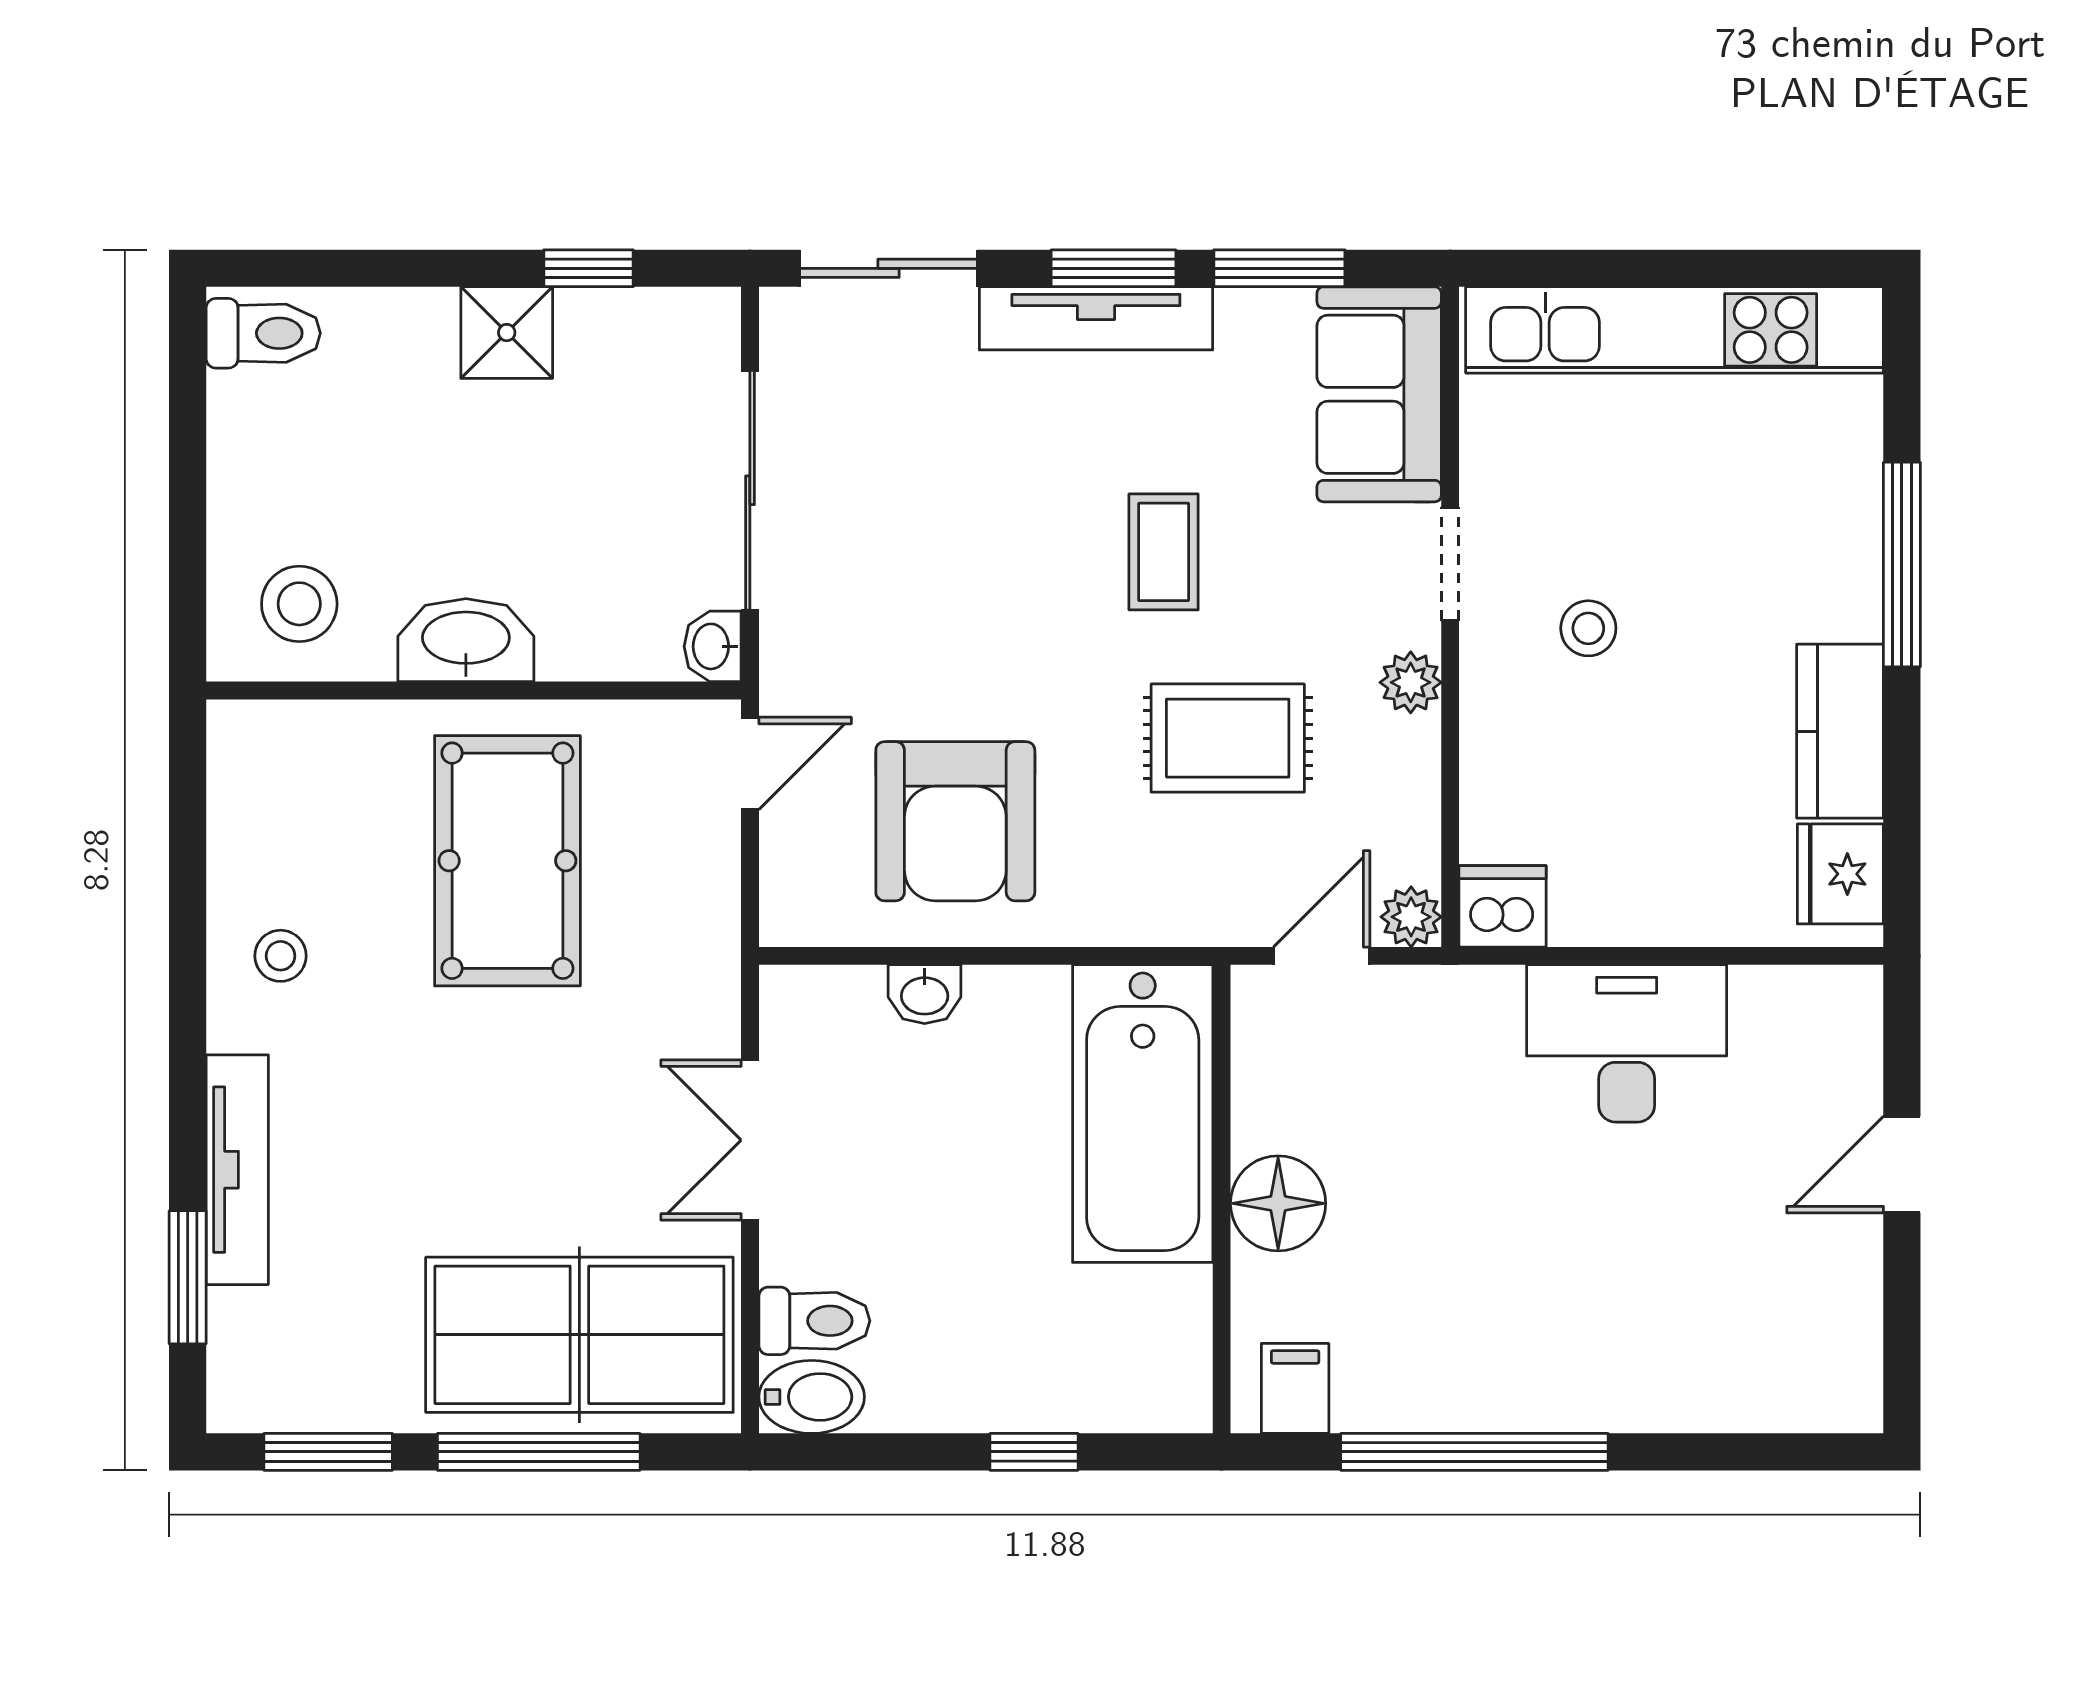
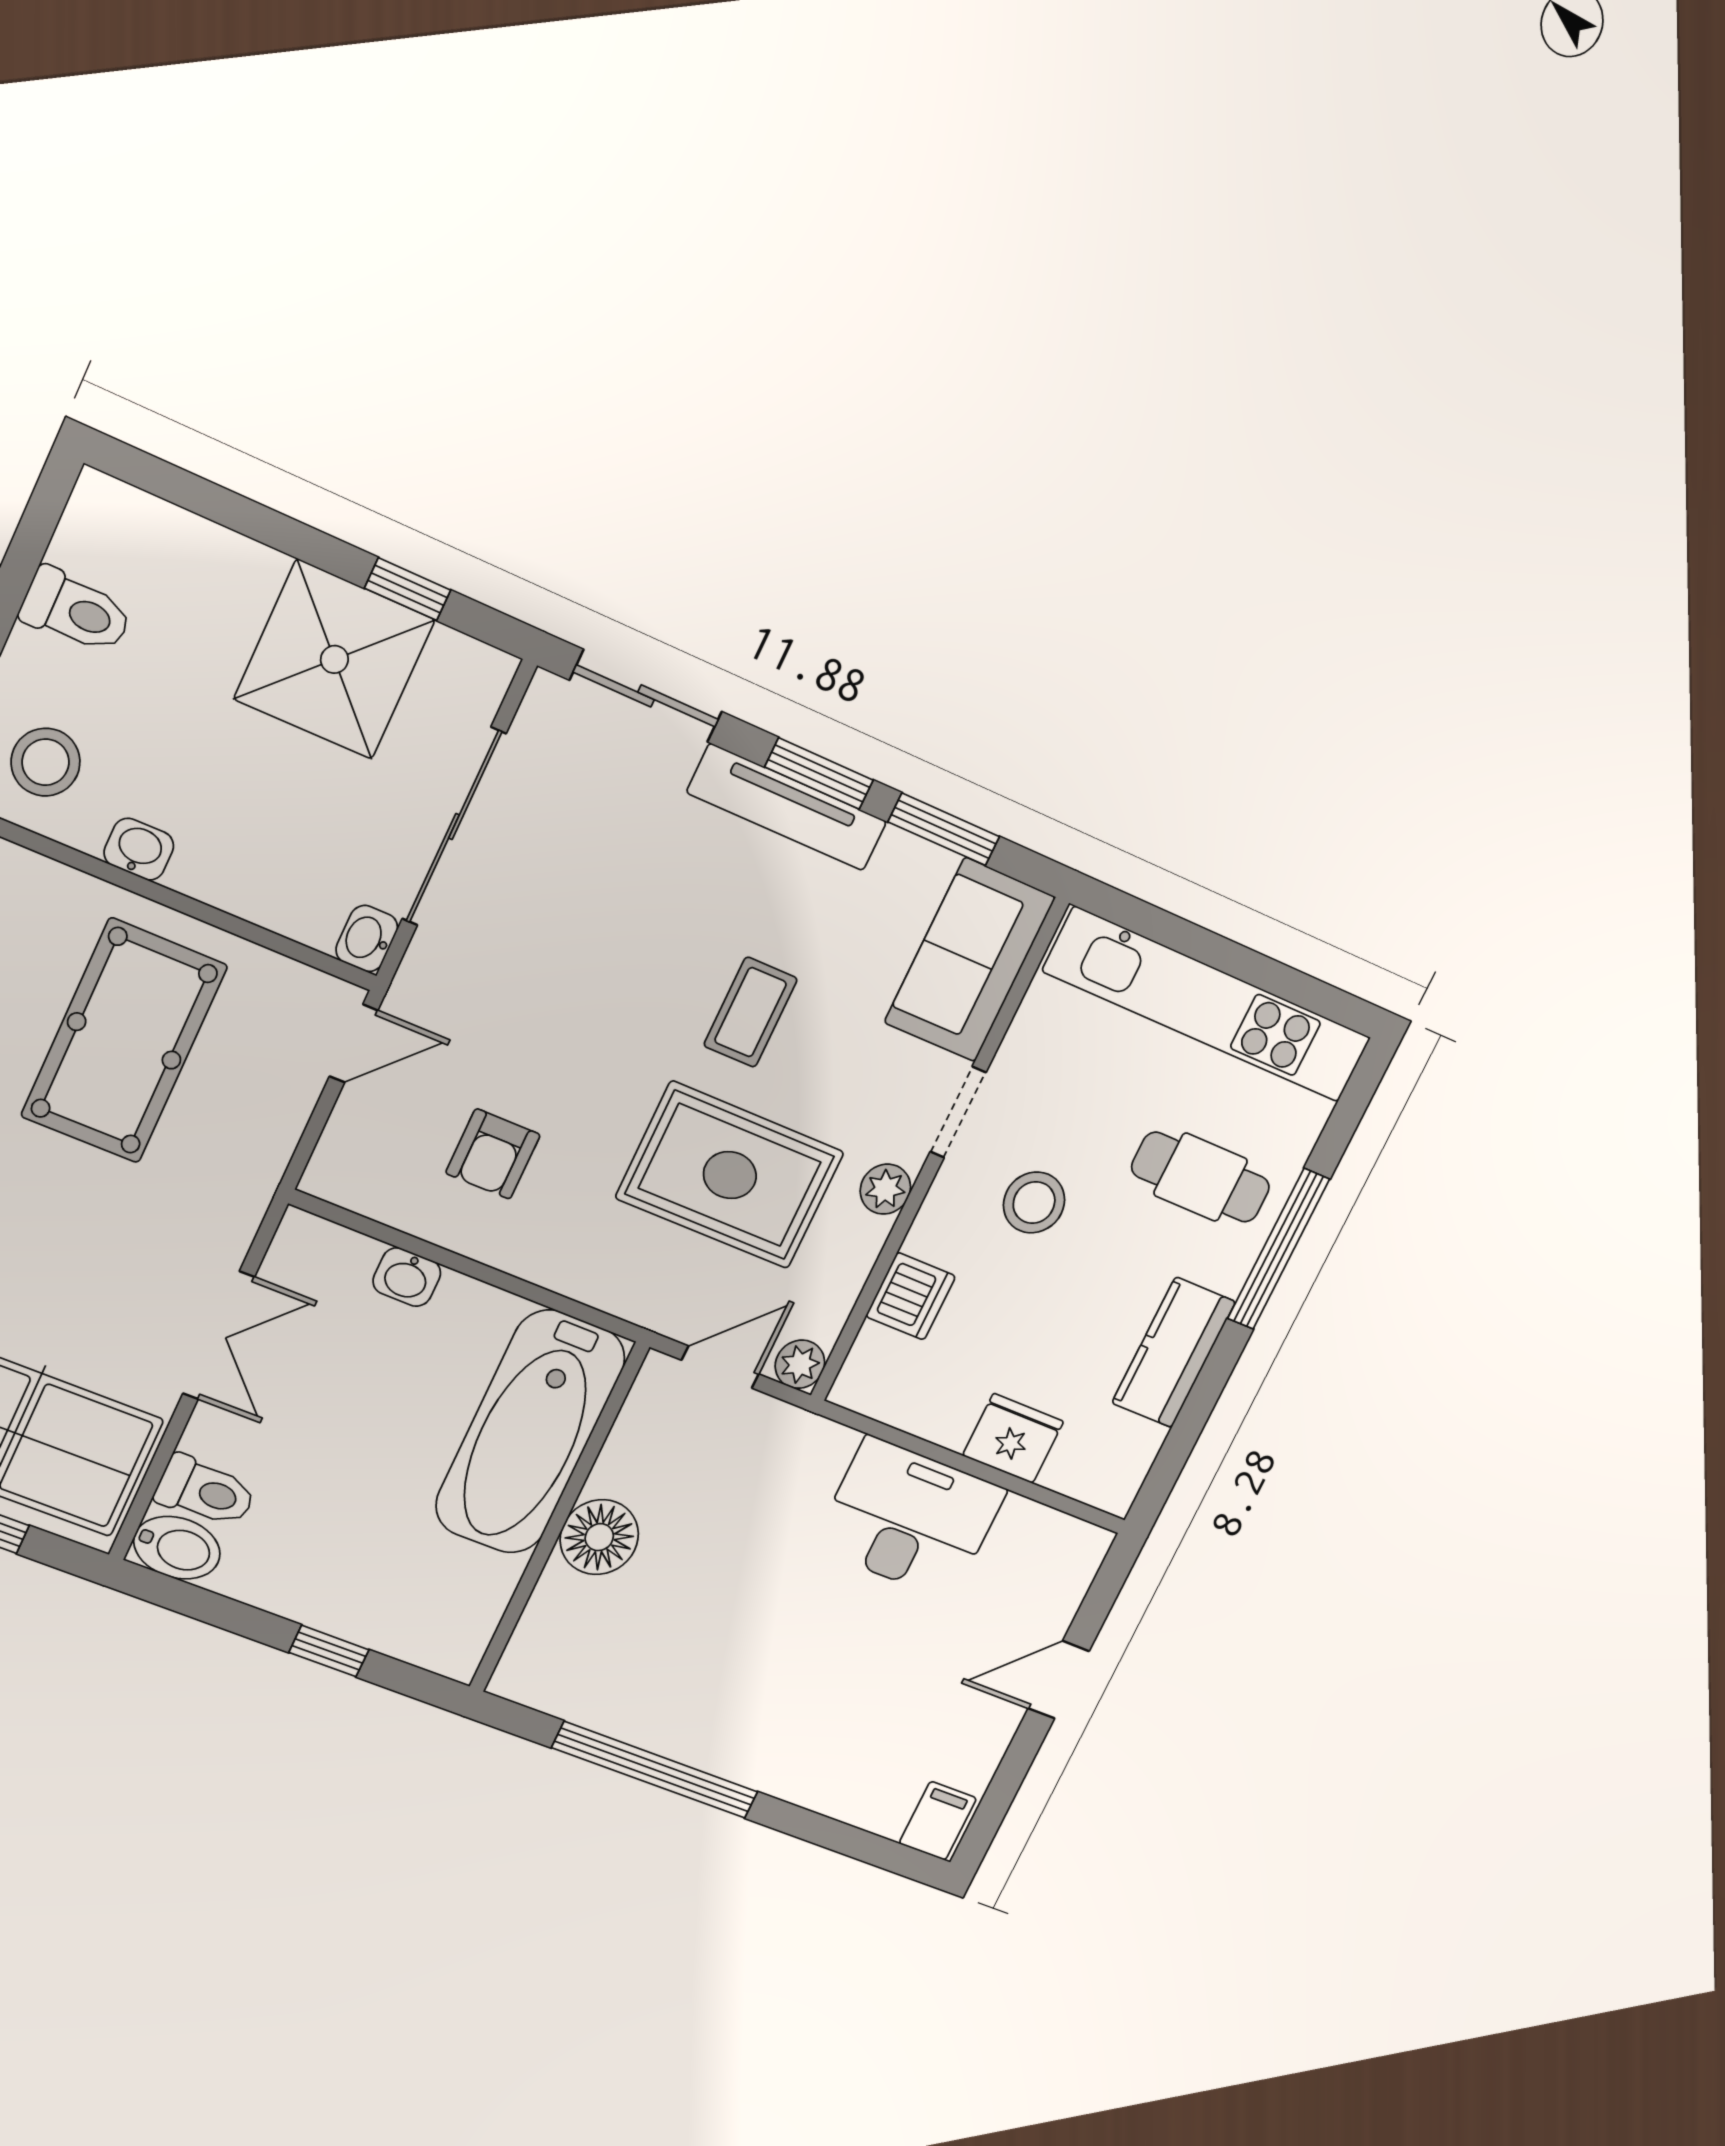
toilet: (263, 333) -> (76, 611), moved
shower: (507, 333) -> (334, 659), width x1.86, depth x1.86
cafe table: (1767, 522) -> (1201, 1177), added
stool: (1588, 628) -> (1034, 1202), width x1.37, depth x1.37
washbasin: (466, 640) -> (139, 849), width x0.52, depth x0.69
rug: (1228, 738) -> (730, 1175), width x1.36, depth x1.43
armchair: (955, 821) -> (493, 1154), width x0.53, depth x0.53
fridge: (1840, 874) -> (1013, 1438), moved, turned 90
dishwasher: (1502, 906) -> (911, 1296), moved, turned 90
double door: (750, 1140) -> (219, 1335), swing flipped
filing cabinet: (1295, 1388) -> (938, 1821), moved

